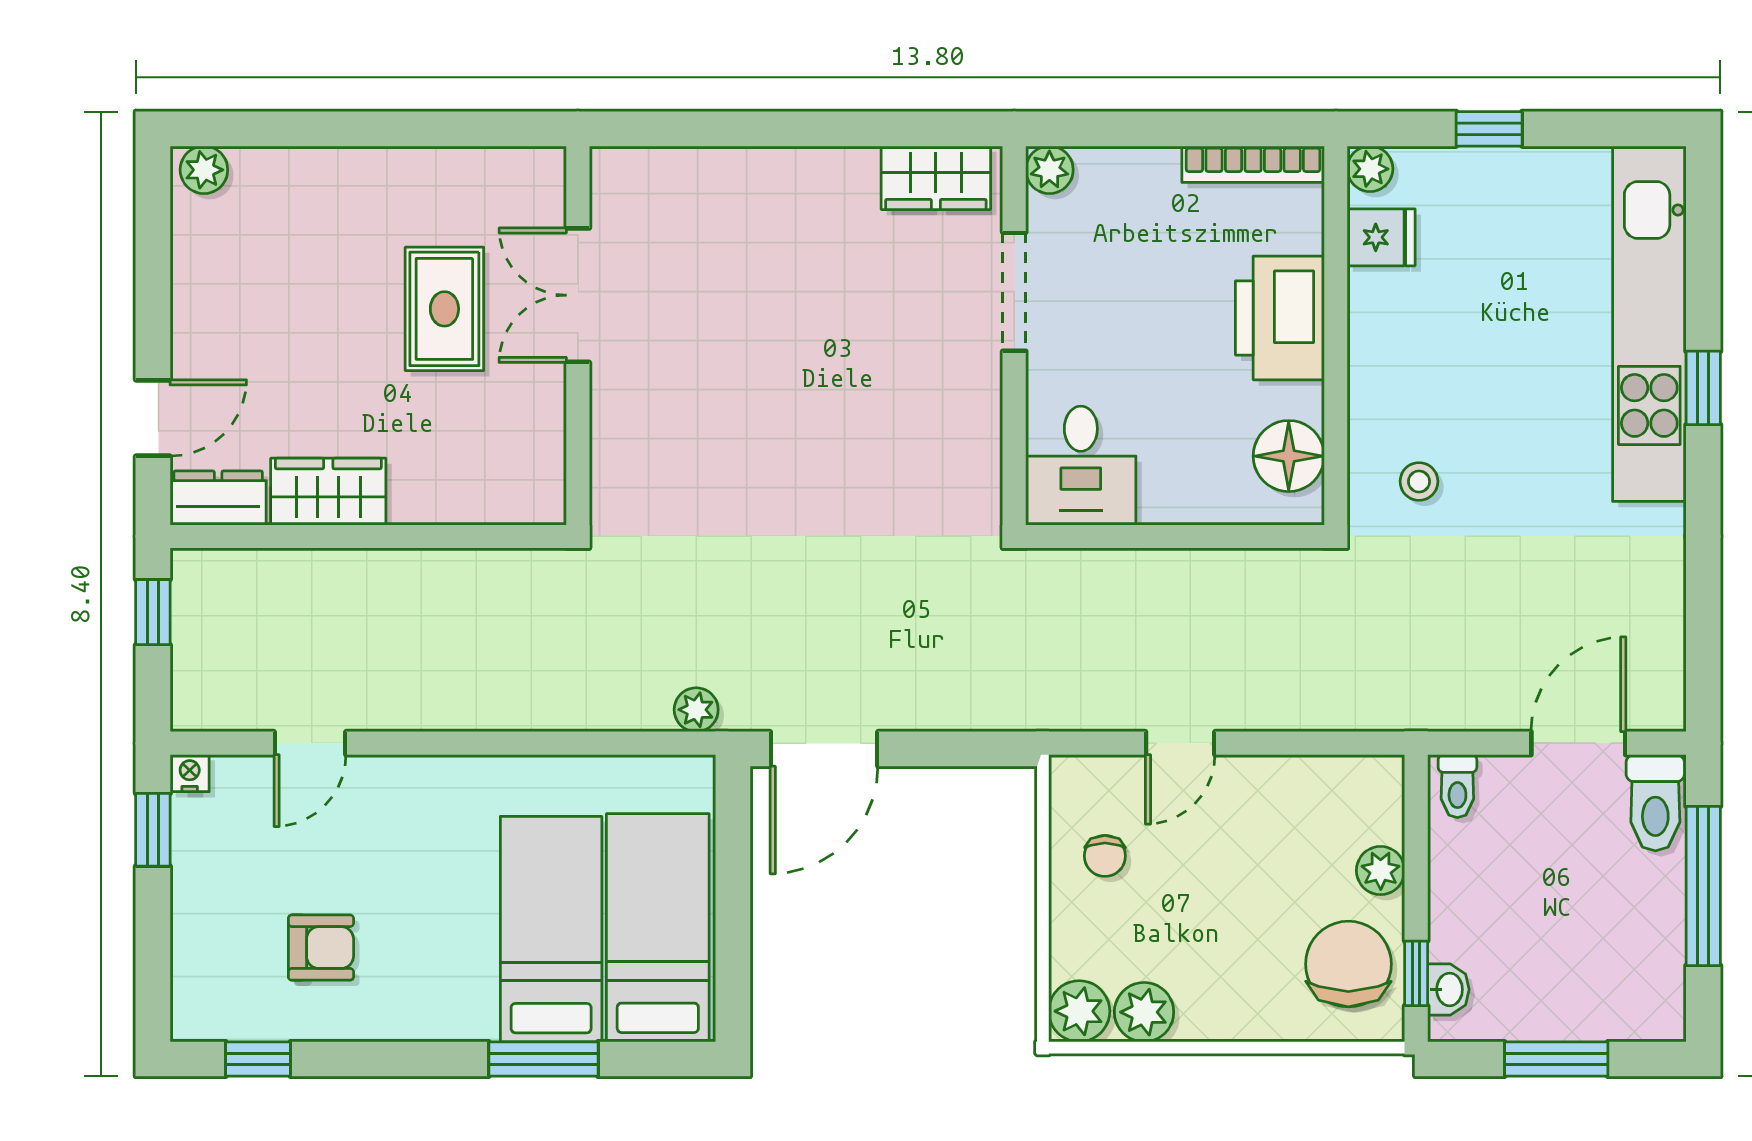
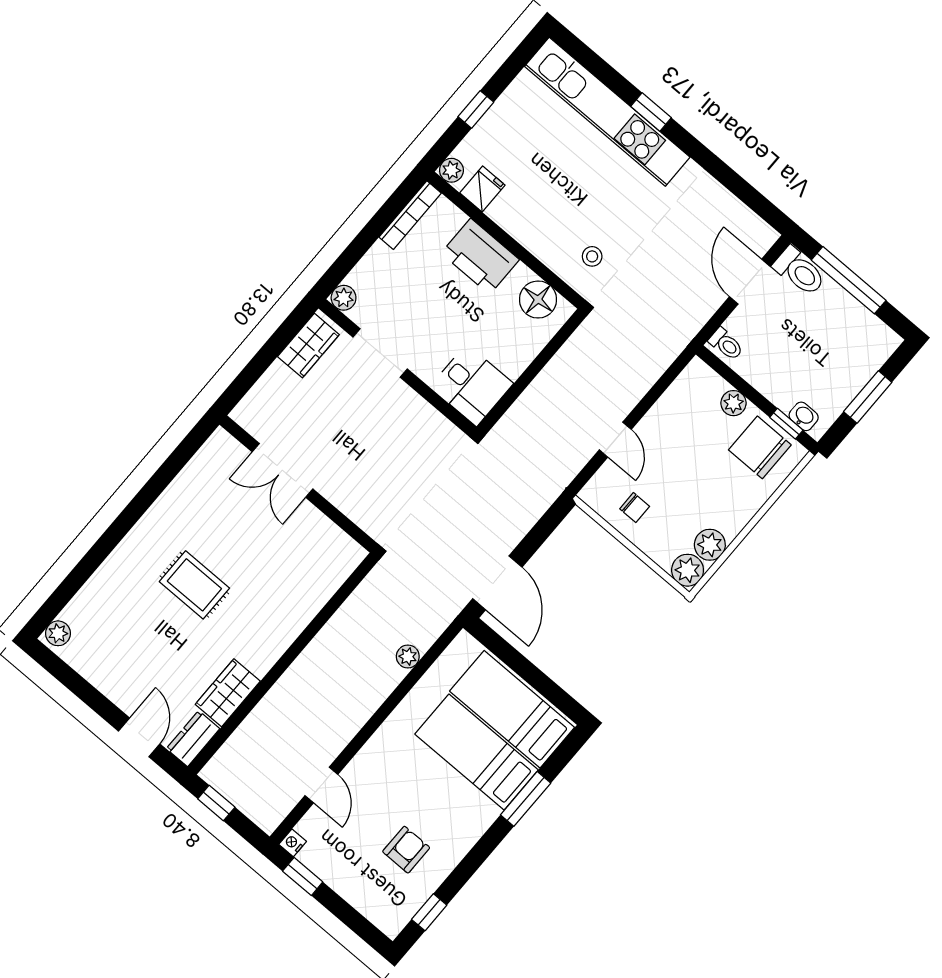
double door: (578, 295) -> (283, 470), moved
wall: (578, 336) -> (299, 484), moved
plant: (696, 710) -> (408, 656), moved

